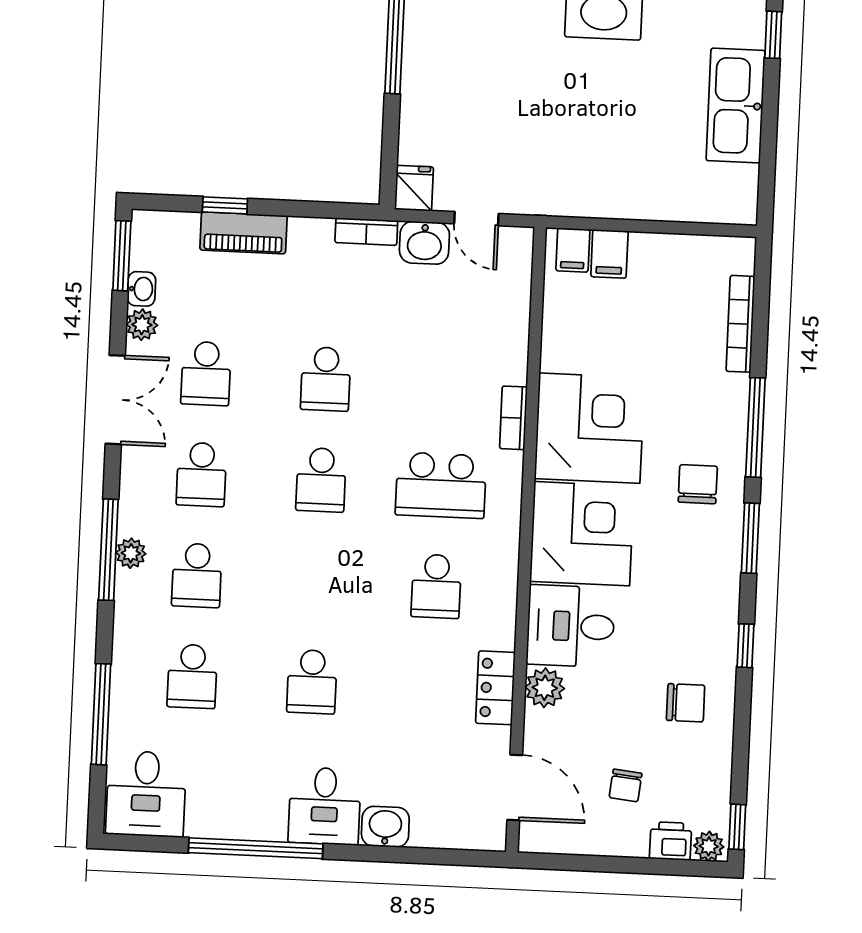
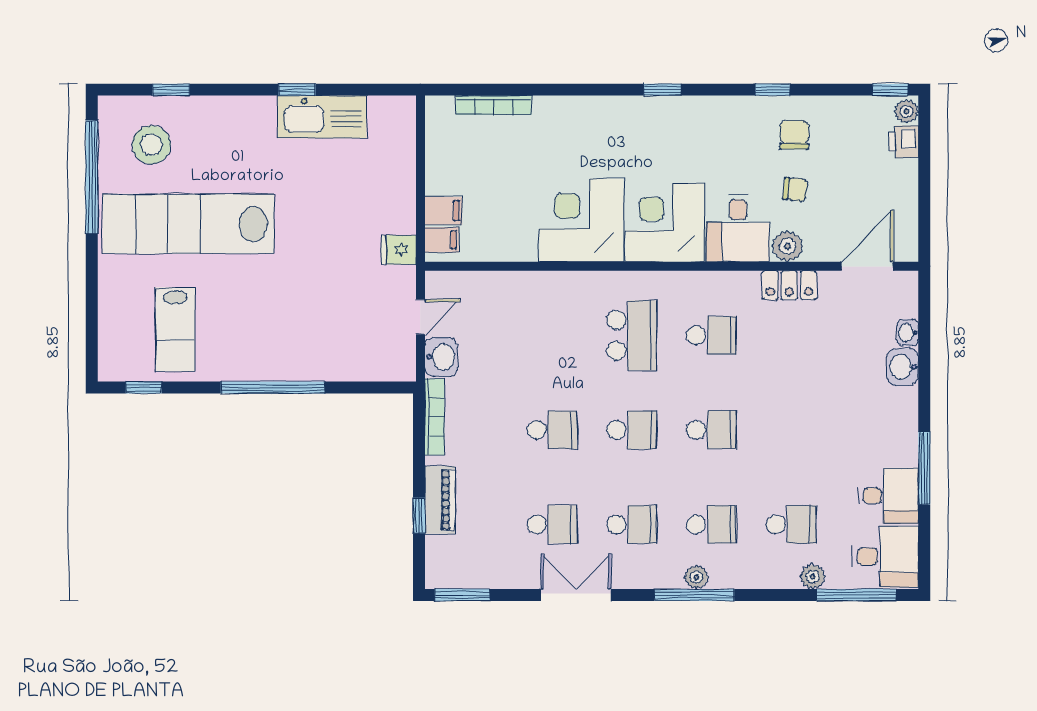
window: (773, 35) -> (297, 90), moved
fridge: (414, 188) -> (399, 250), moved
bookcase: (366, 232) -> (435, 417), width x1.56
washbasin: (141, 289) -> (908, 333), moved, turned -90
plant: (142, 325) -> (813, 577), moved
bookcase: (513, 418) -> (576, 281), removed
window: (755, 427) -> (575, 90), removed
chair: (698, 484) -> (622, 133), removed
window: (750, 538) -> (662, 90), width x0.67
window: (745, 646) -> (773, 90), moved
school desk: (312, 682) -> (711, 430), moved
window: (101, 714) -> (856, 595), moved
chair: (626, 785) -> (795, 189), moved
desk: (325, 806) -> (889, 496), moved
window: (256, 848) -> (924, 468), width x0.68

